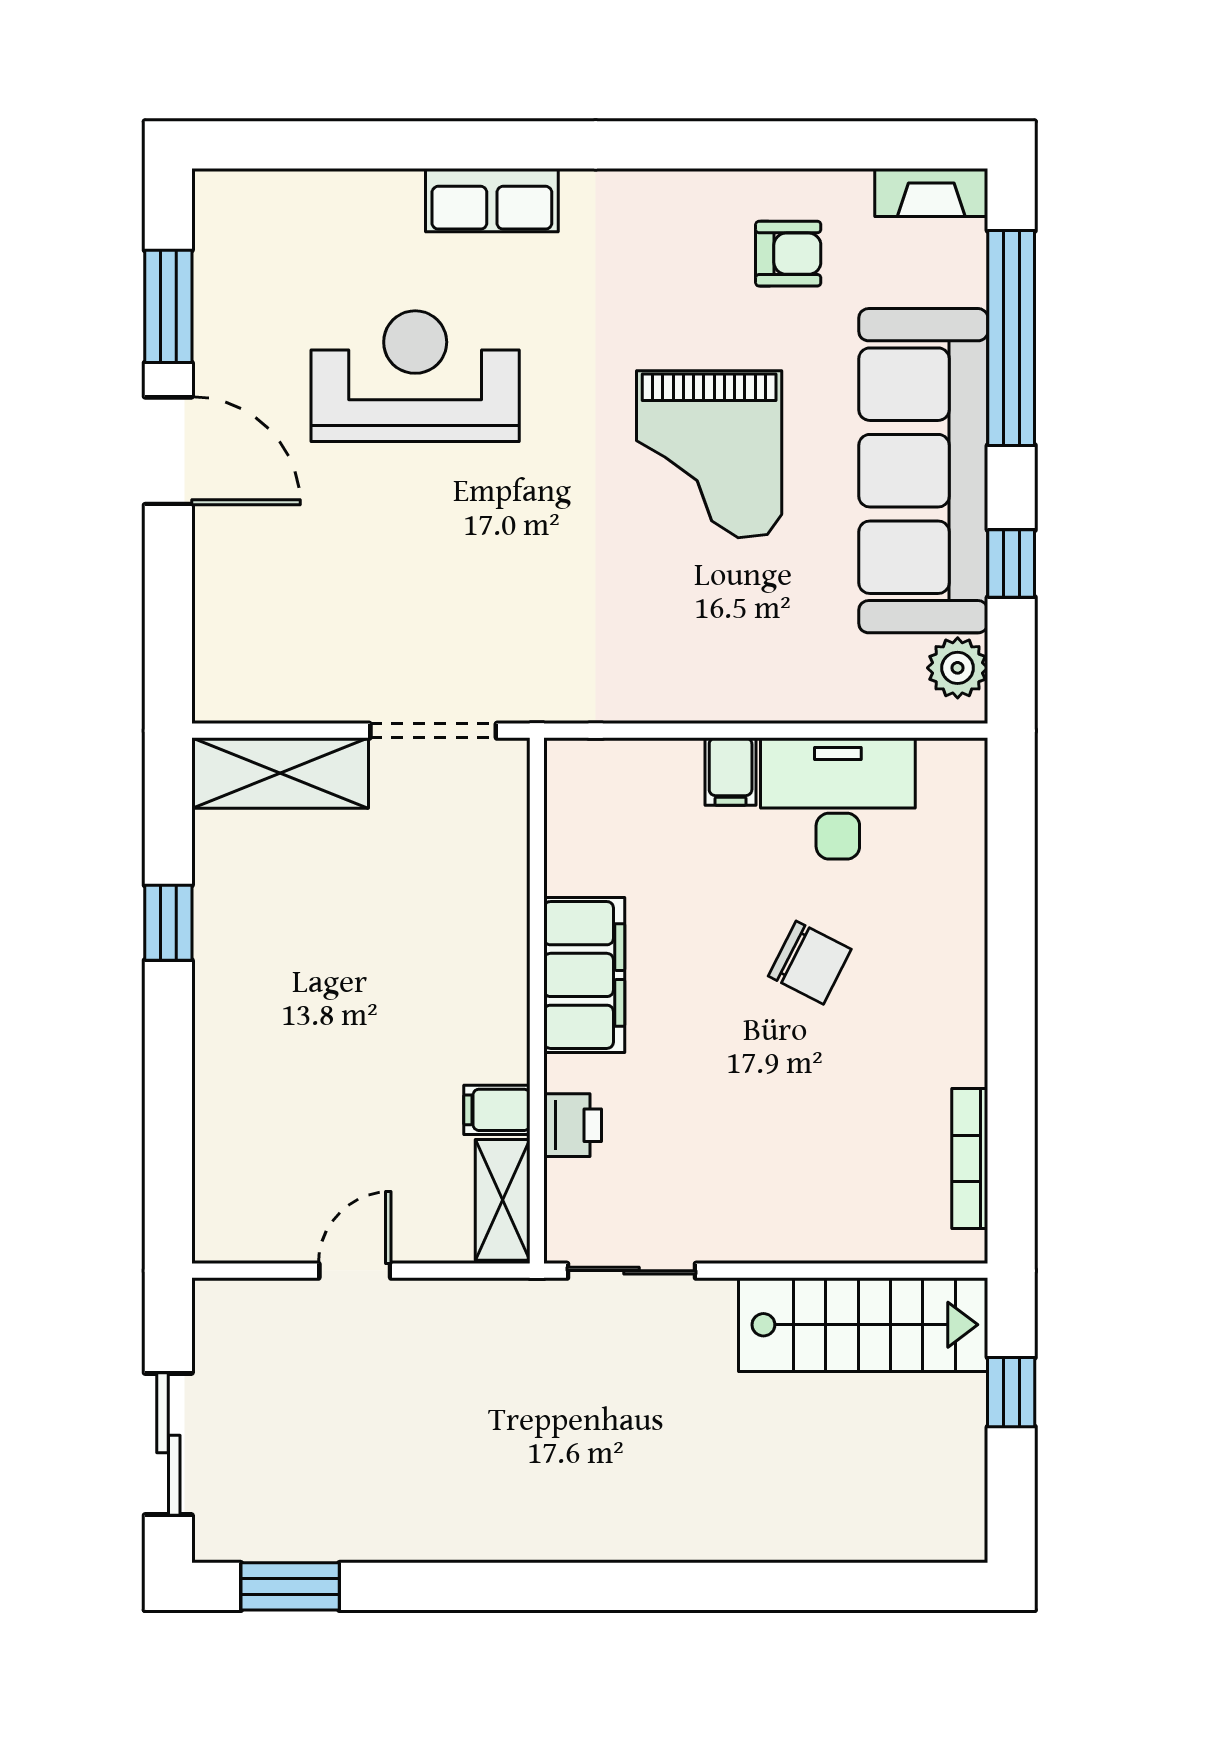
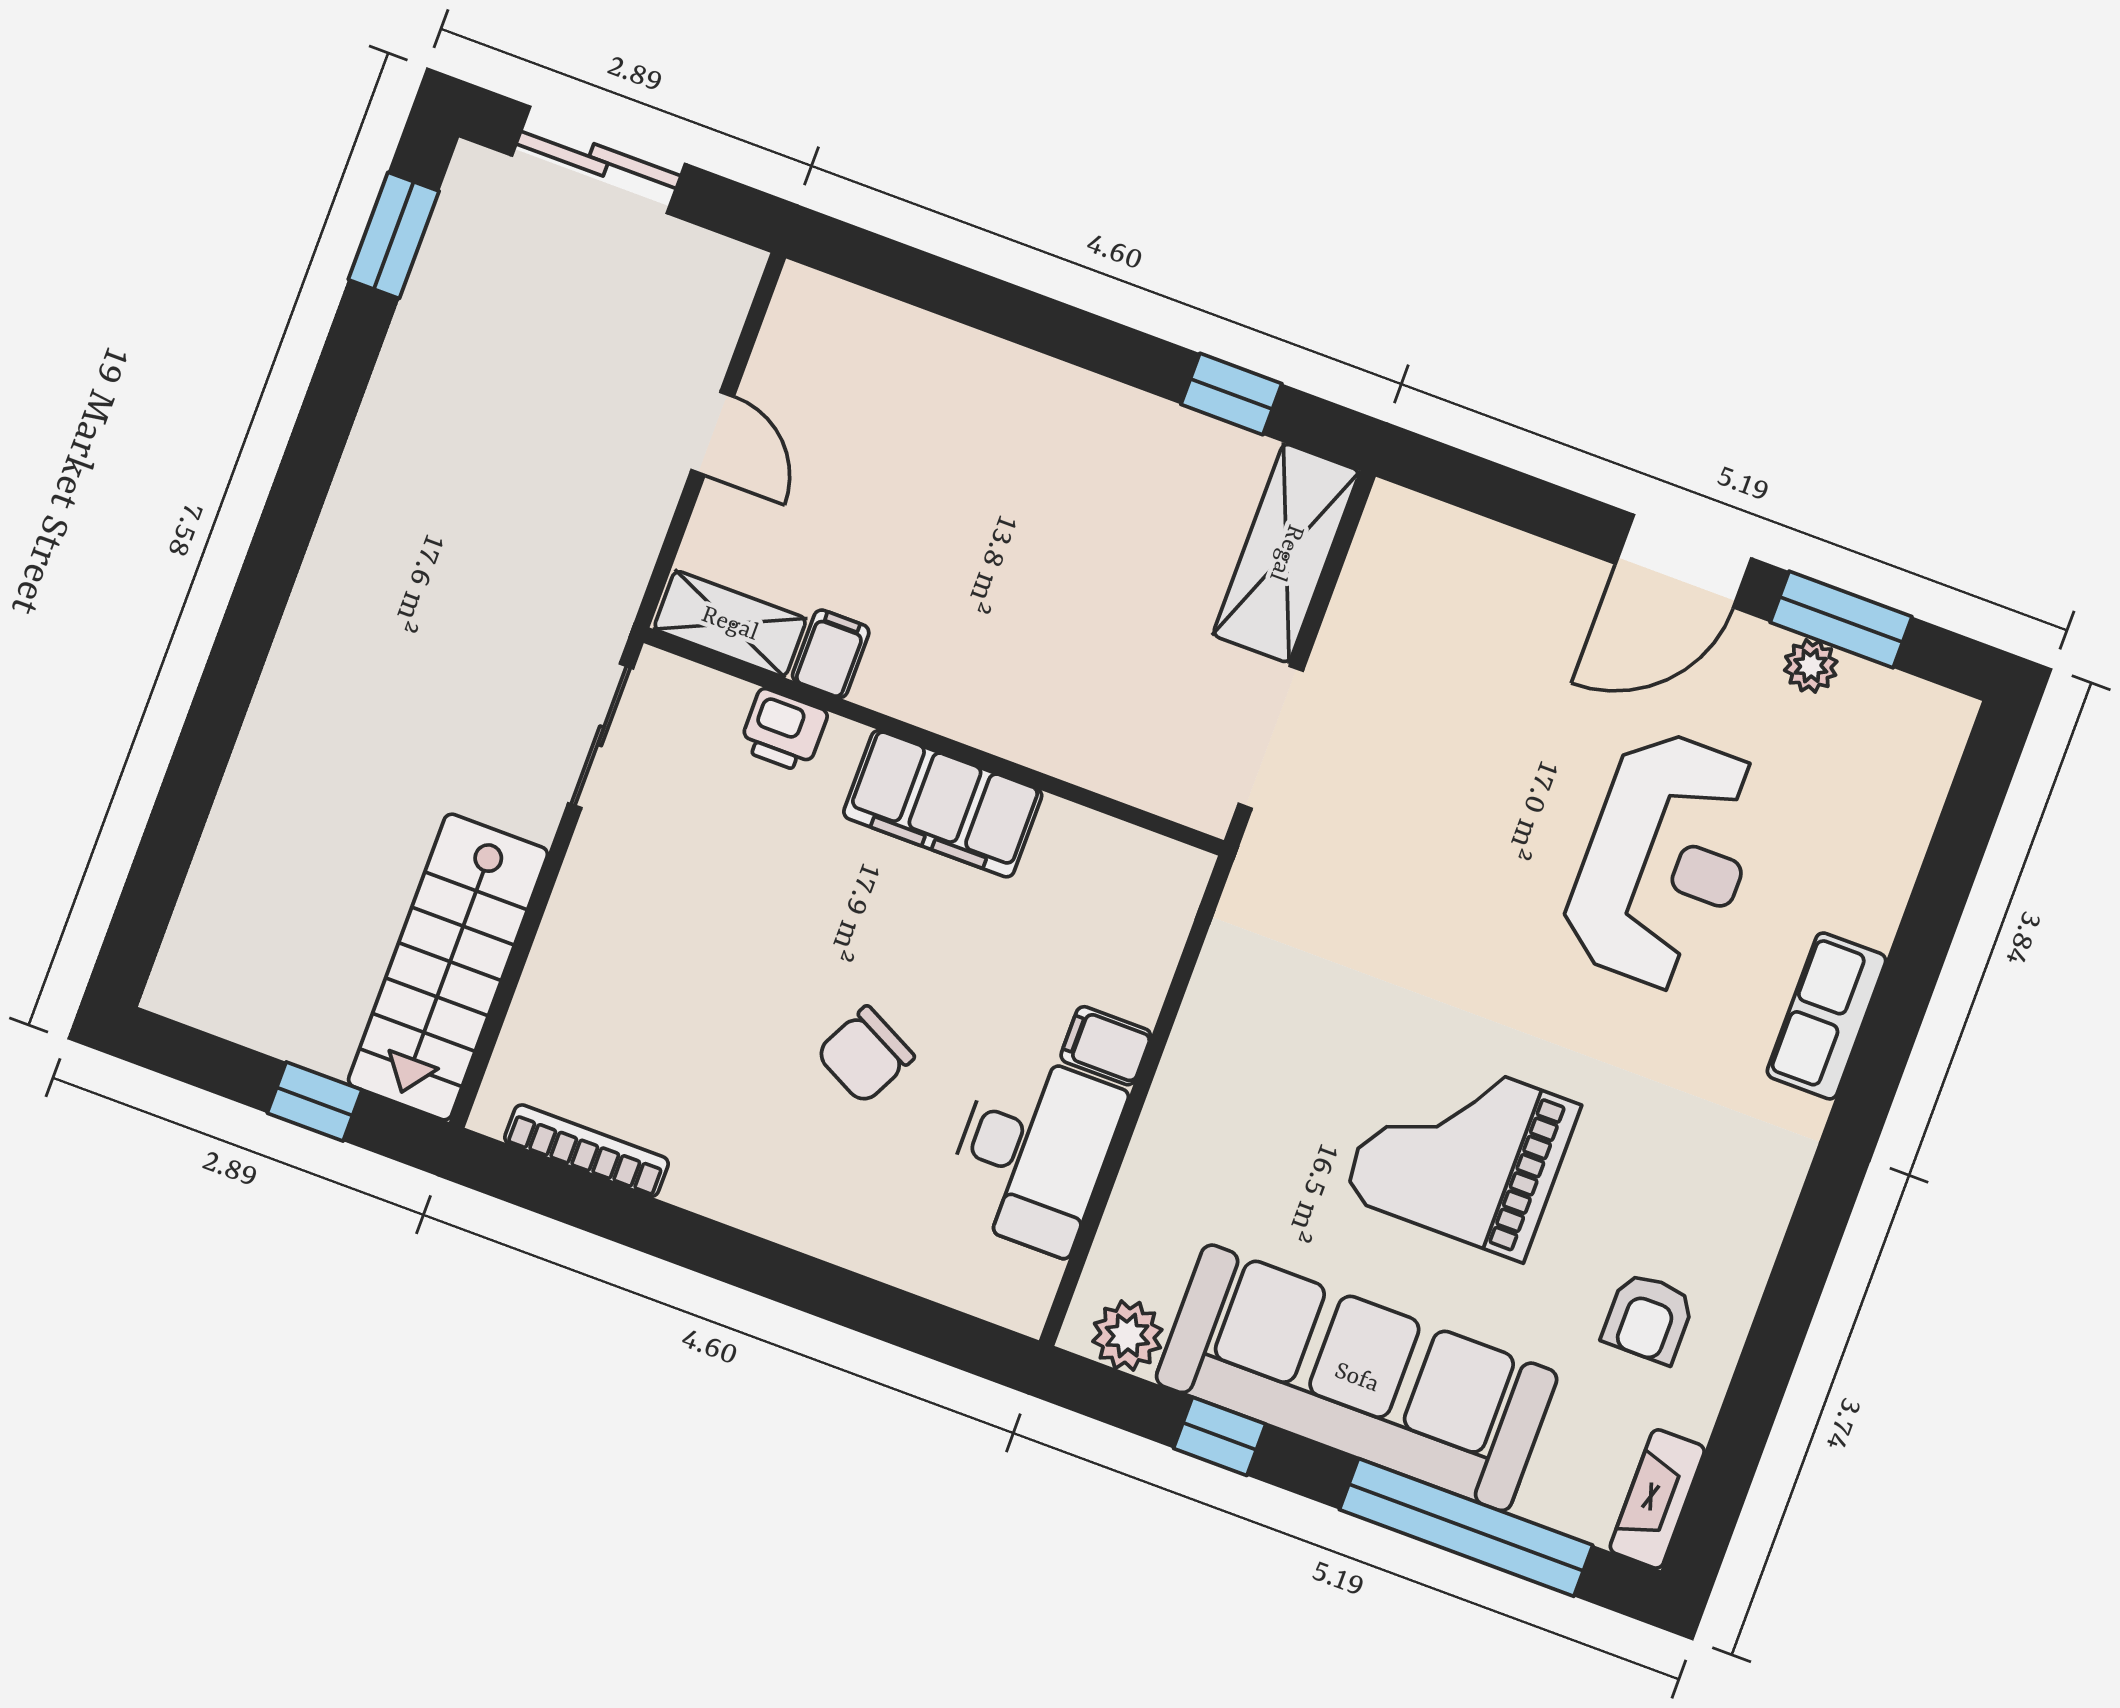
plant: (215, 317) -> (1811, 666), added
window: (168, 923) -> (1231, 394), moved

